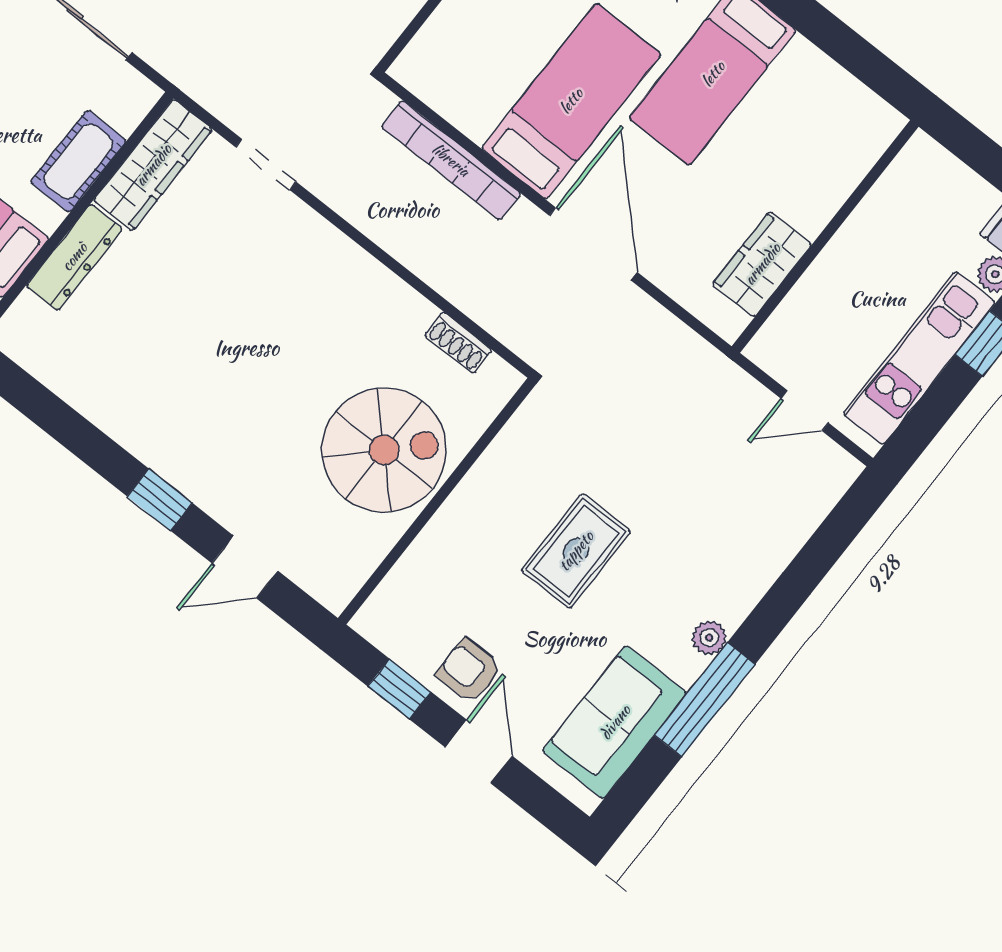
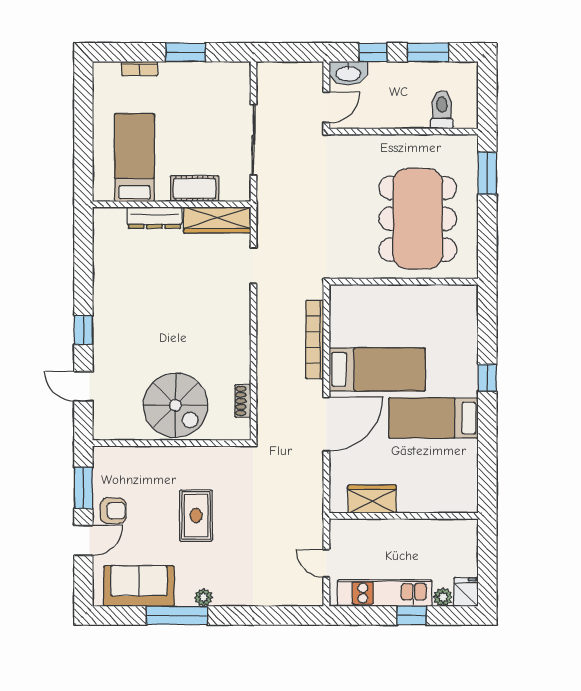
rug: (576, 551) -> (196, 516), turned 90
armchair: (469, 671) -> (113, 511), turned 90
window: (399, 689) -> (83, 488), width x1.50

